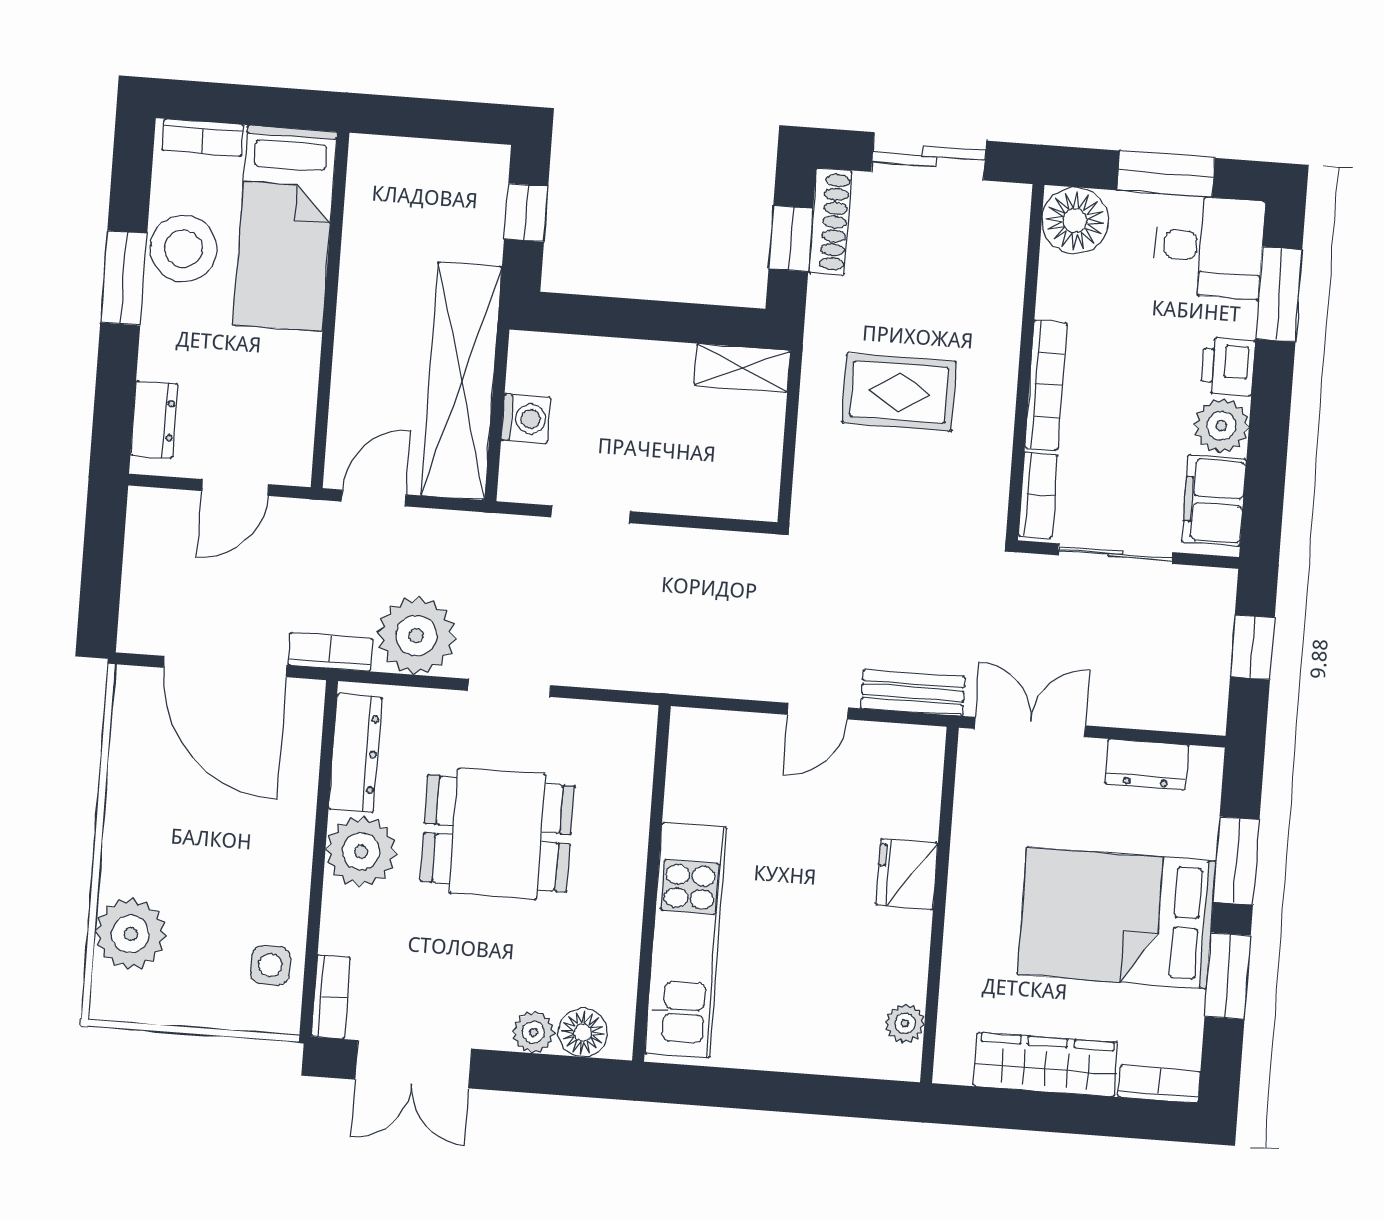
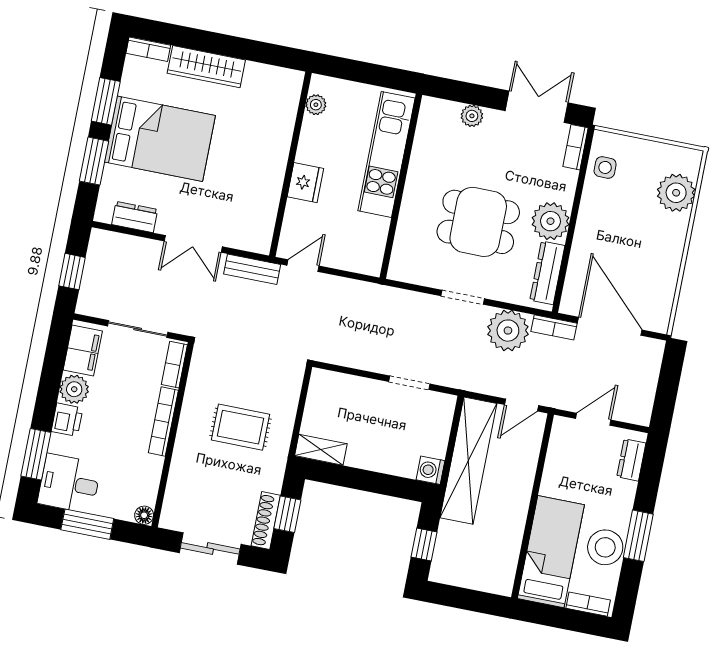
floor lamp: (1075, 221) -> (144, 515), width x0.53, depth x0.53
washing machine: (526, 419) -> (430, 470), moved
fridge: (907, 874) -> (305, 183), moved
wall: (939, 905) -> (290, 164), moved
plant: (905, 1023) -> (316, 105), moved
floor lamp: (583, 1033) -> (446, 113), removed

